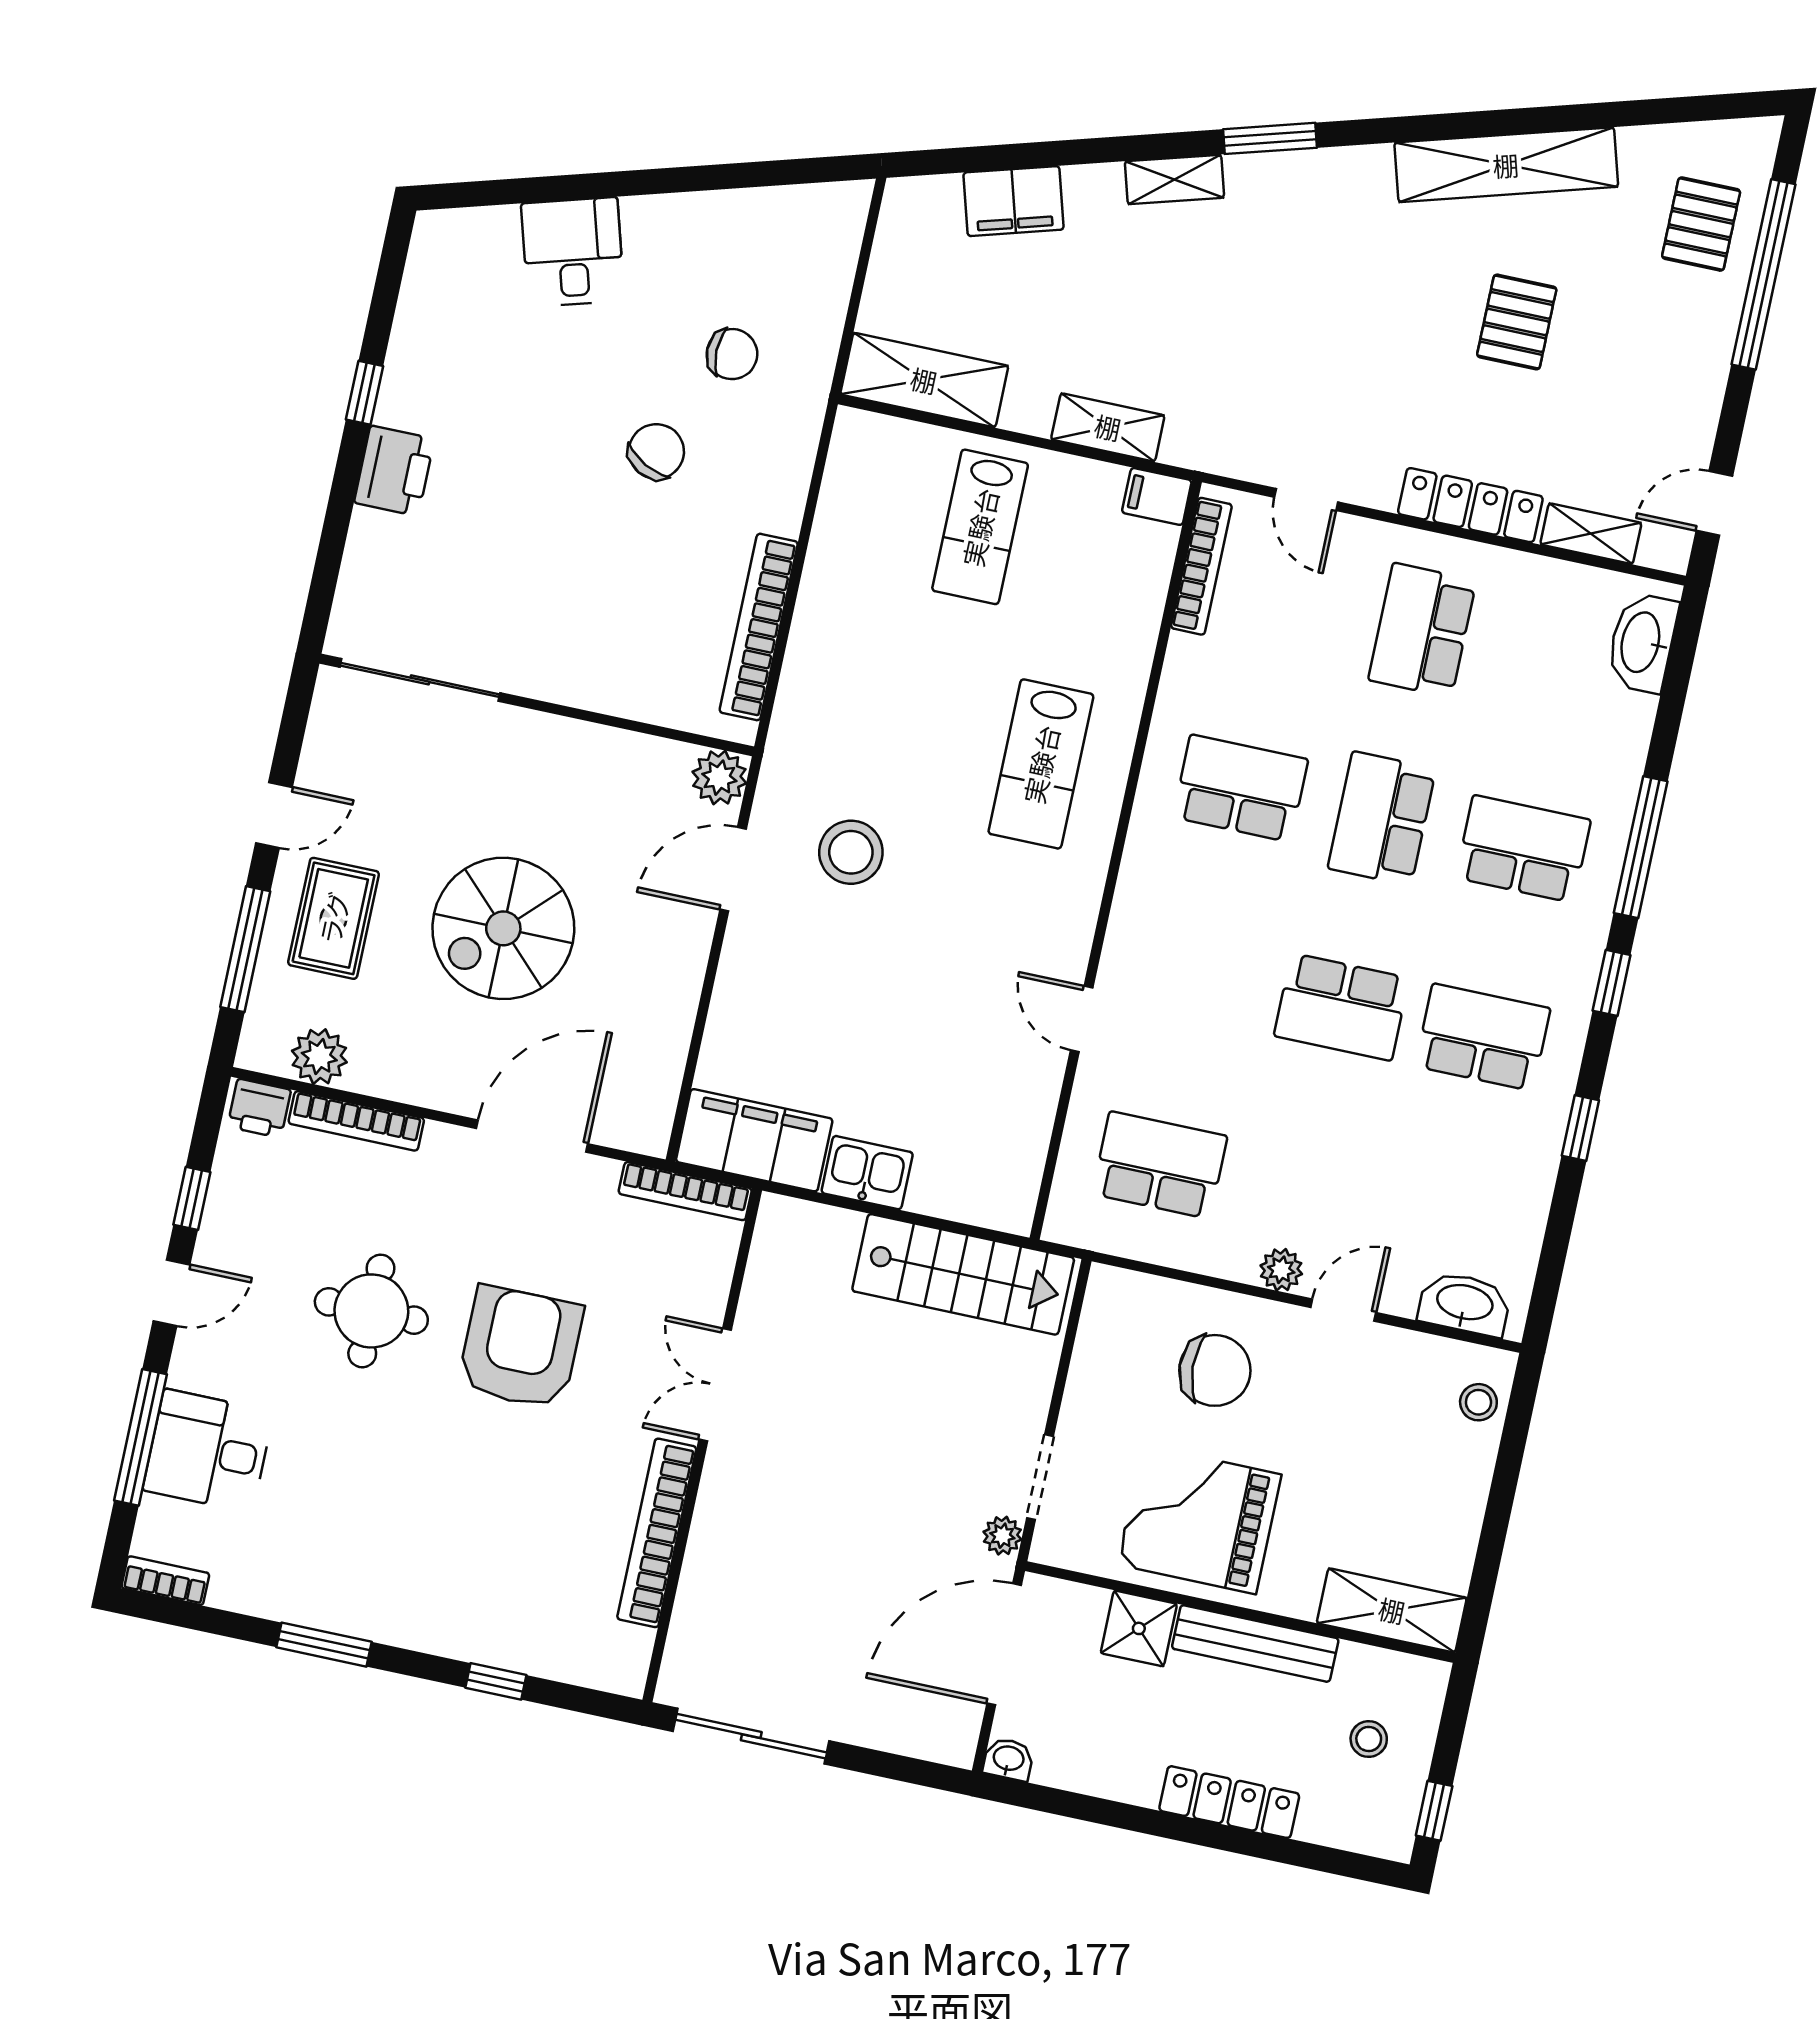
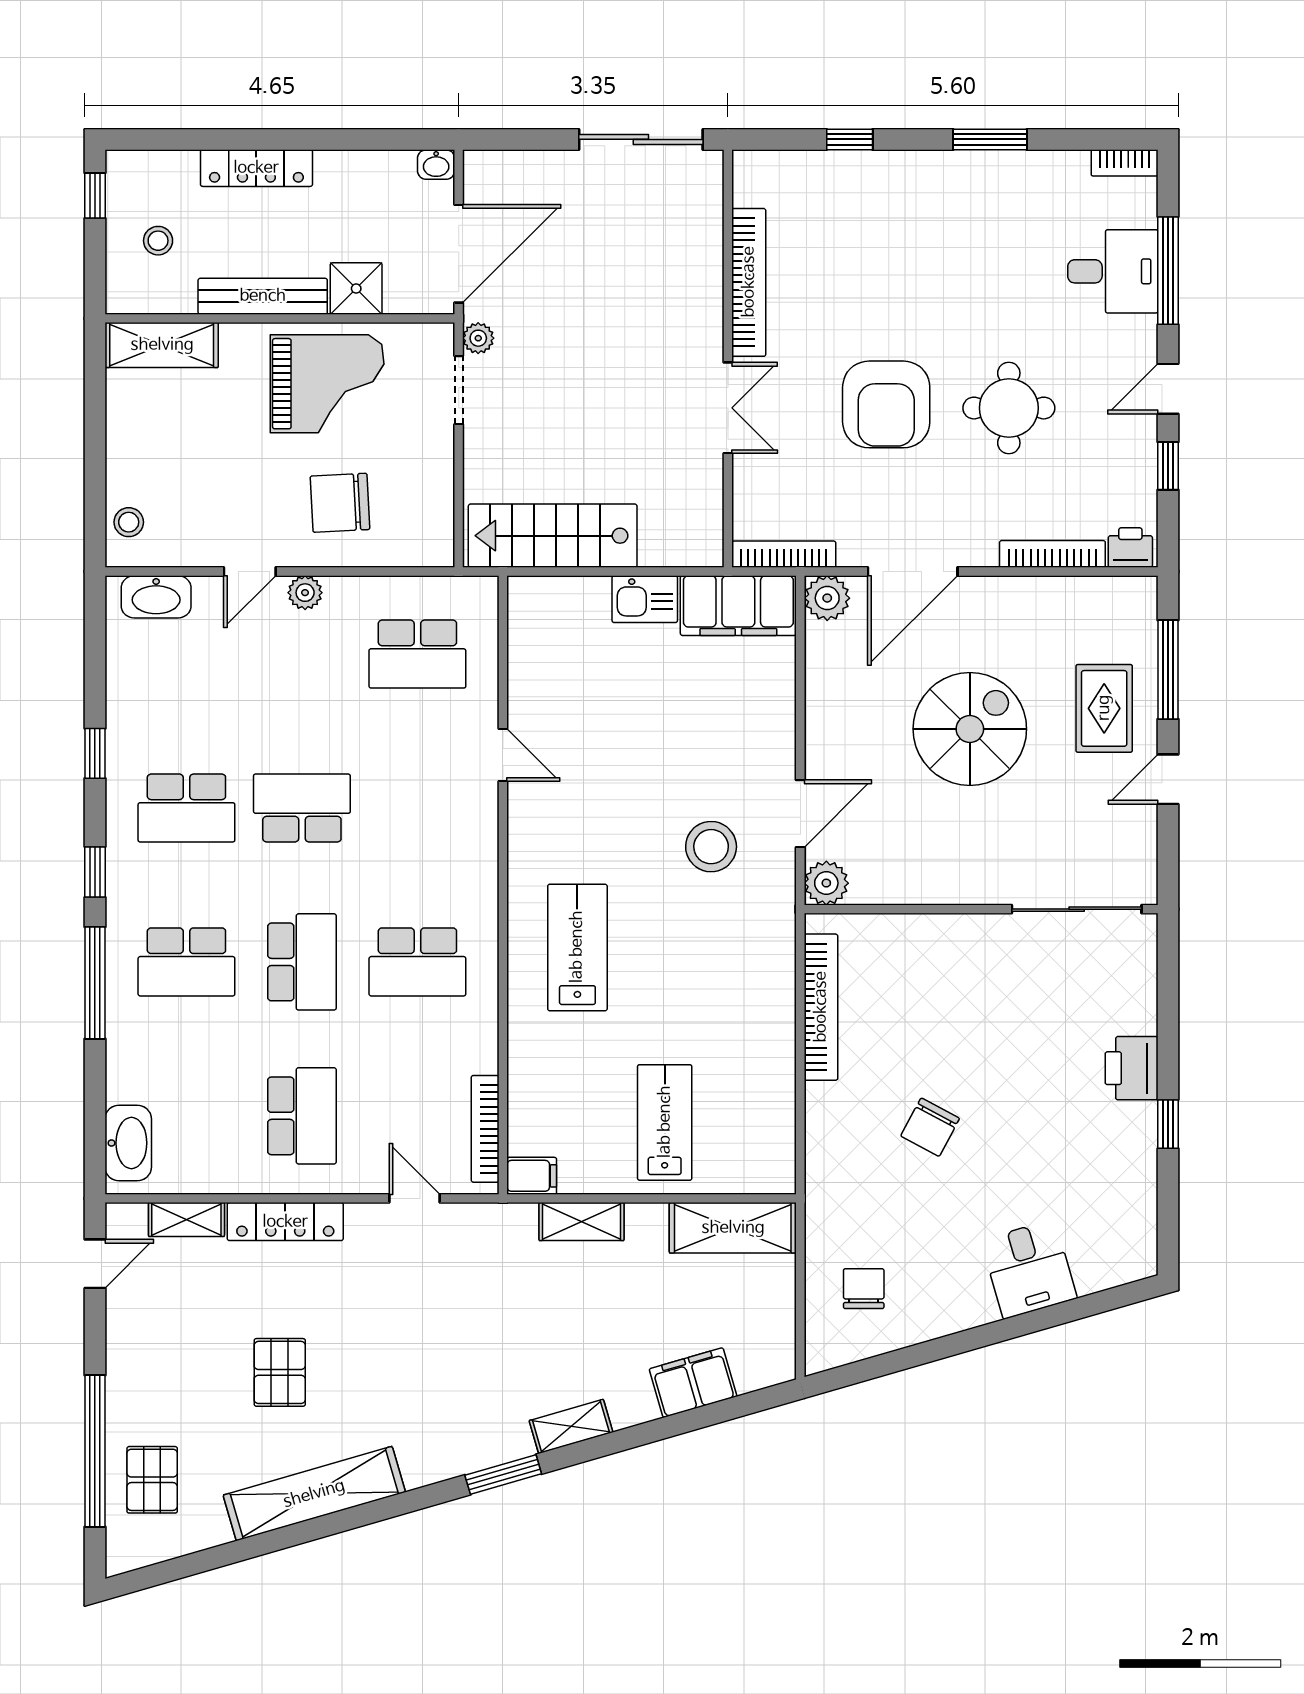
chair: (732, 354) -> (864, 1289), moved, turned 90
plant: (319, 1057) -> (827, 598), moved

